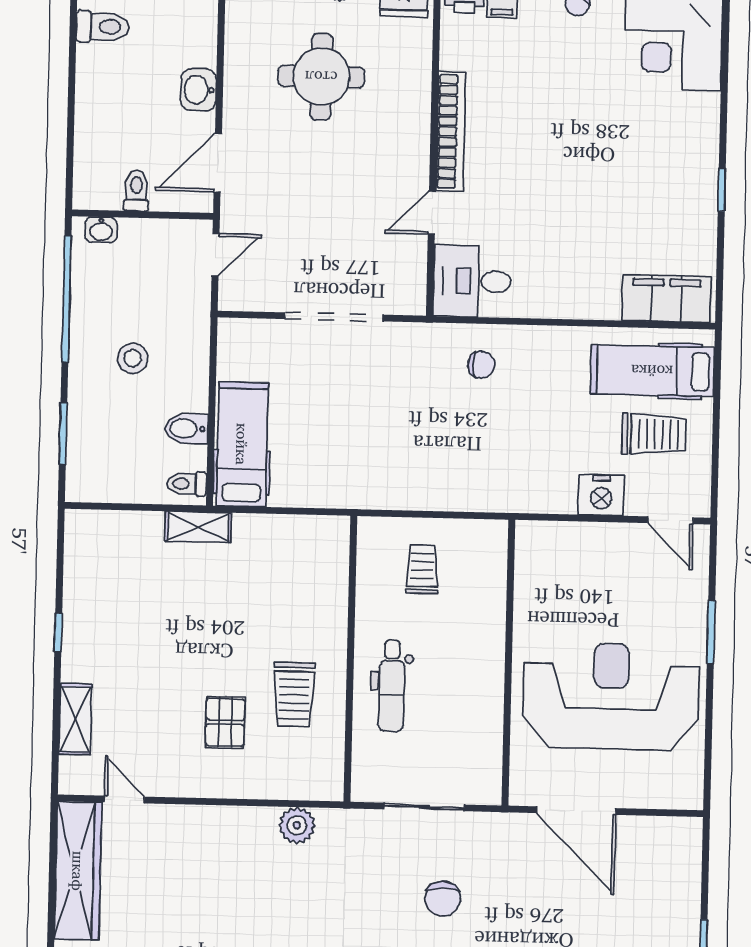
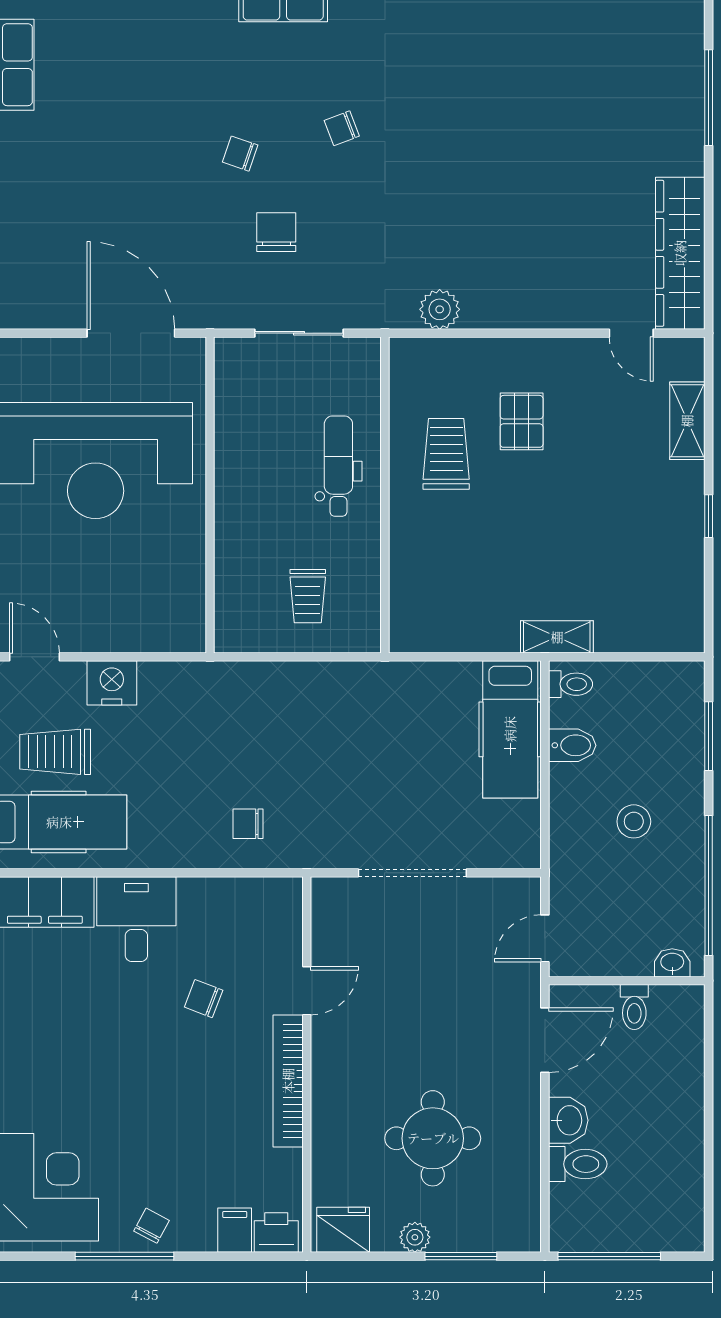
toilet: (103, 27) -> (578, 1164), moved, turned 180
chair: (525, 208) -> (204, 999), added
desk: (472, 281) -> (136, 919), moved, turned -90

